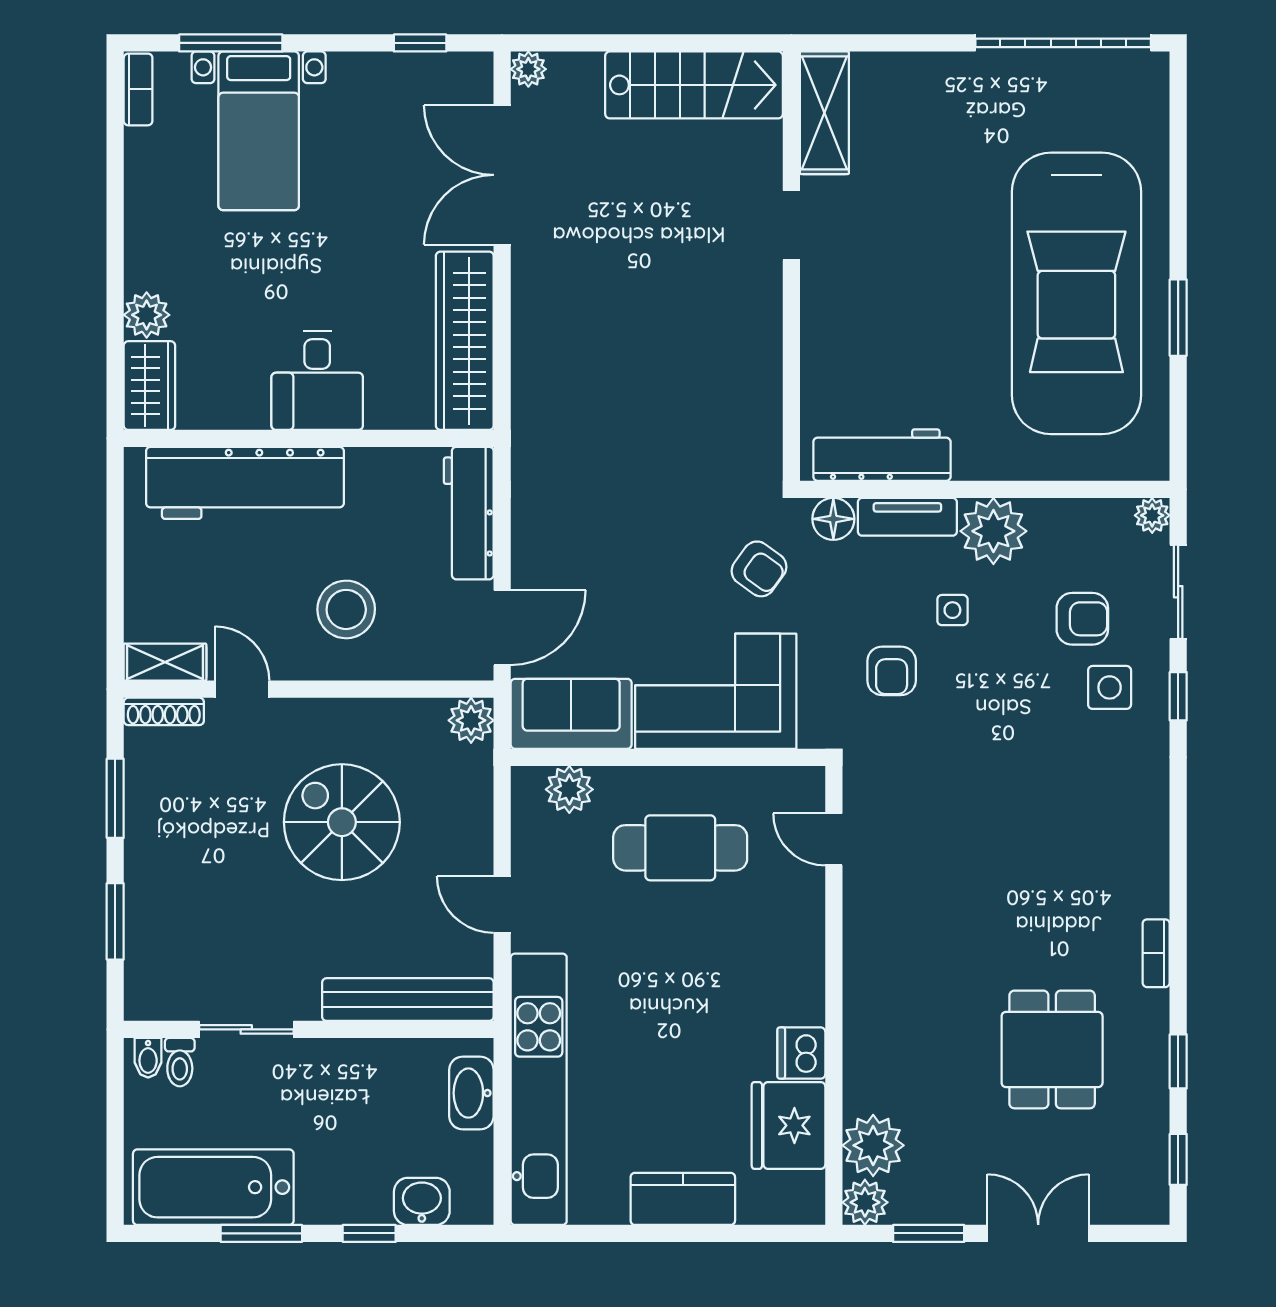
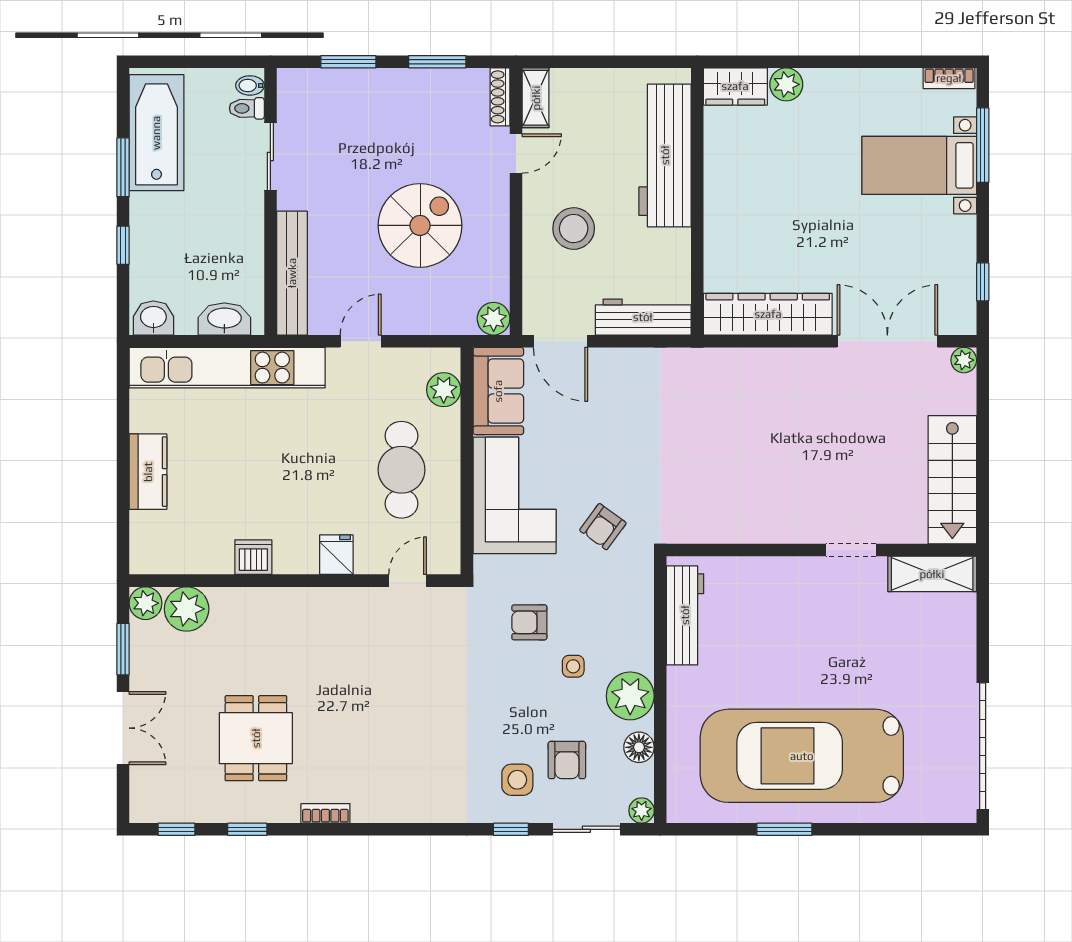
desk: (317, 381) -> (739, 208), removed
tv unit: (907, 517) -> (641, 634), removed
floor lamp: (833, 519) -> (639, 747), moved
dining table: (1052, 1049) -> (256, 738), turned 90
fridge: (789, 1125) -> (336, 555), moved, width x0.53, depth x0.75
washbasin: (422, 1201) -> (153, 318), moved, turned -90

